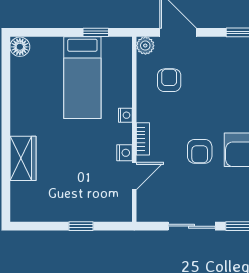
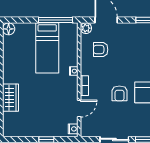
window: (96, 32) -> (55, 20), width x2.17
armchair: (169, 80) -> (101, 50), turned -90
nightstand: (125, 153) -> (73, 129), moved

